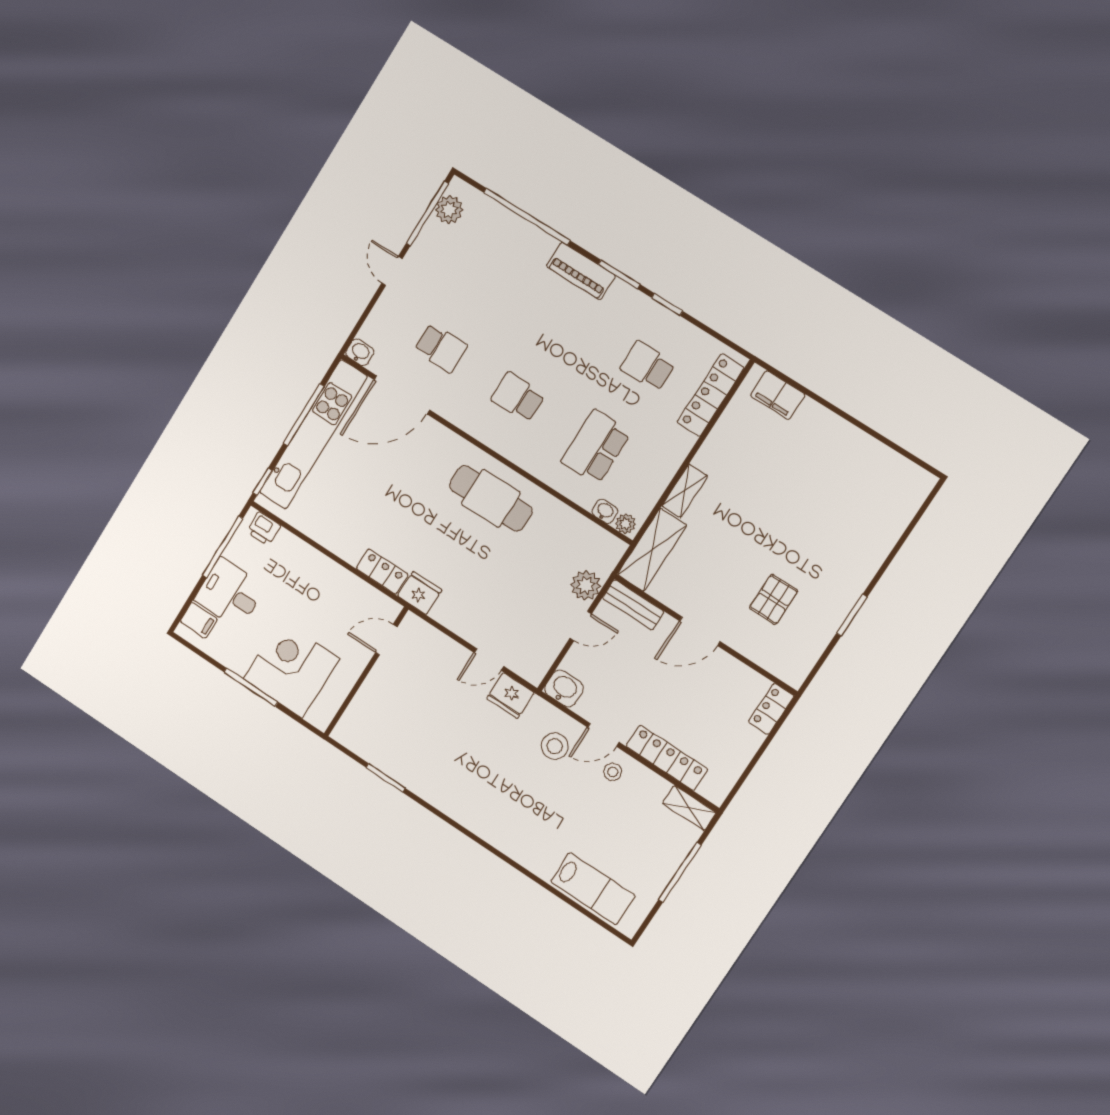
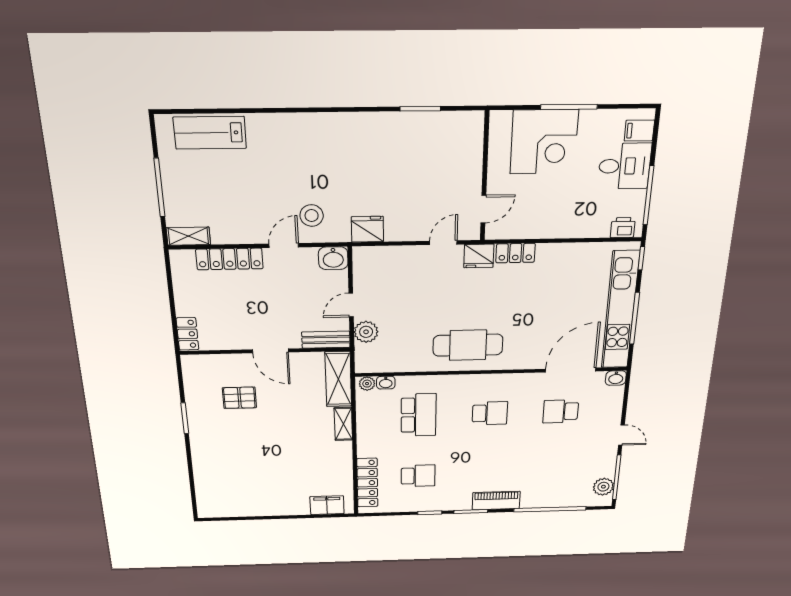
pallet: (774, 599) -> (239, 398), turned 90
door: (700, 631) -> (270, 351), swing flipped
door: (489, 659) -> (443, 243), moved
stool: (613, 772) -> (258, 225), removed

